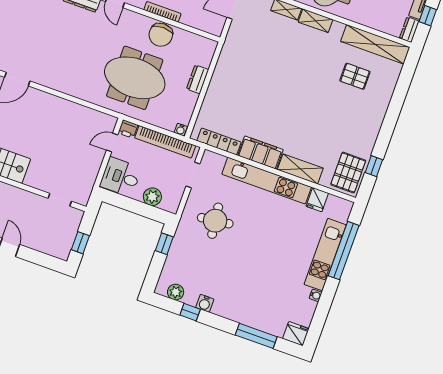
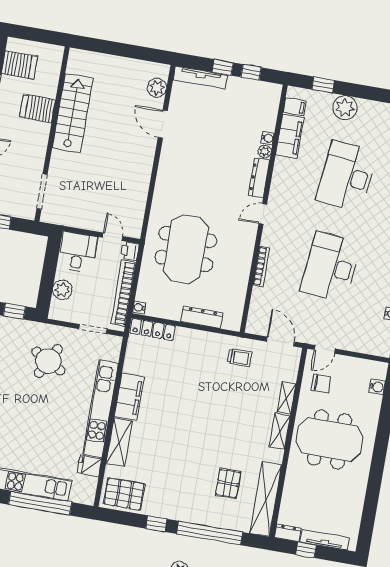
chair: (161, 35) -> (237, 269), removed
trolley: (242, 46) -> (239, 357), added
dresser: (198, 79) -> (202, 317), width x1.44
window: (397, 101) -> (210, 533), added
locker: (219, 142) -> (153, 329), moved, turned 90
window: (374, 166) -> (156, 524), moved
doorway: (60, 200) -> (42, 192), width x1.38
round table: (215, 221) -> (48, 361), turned 35

